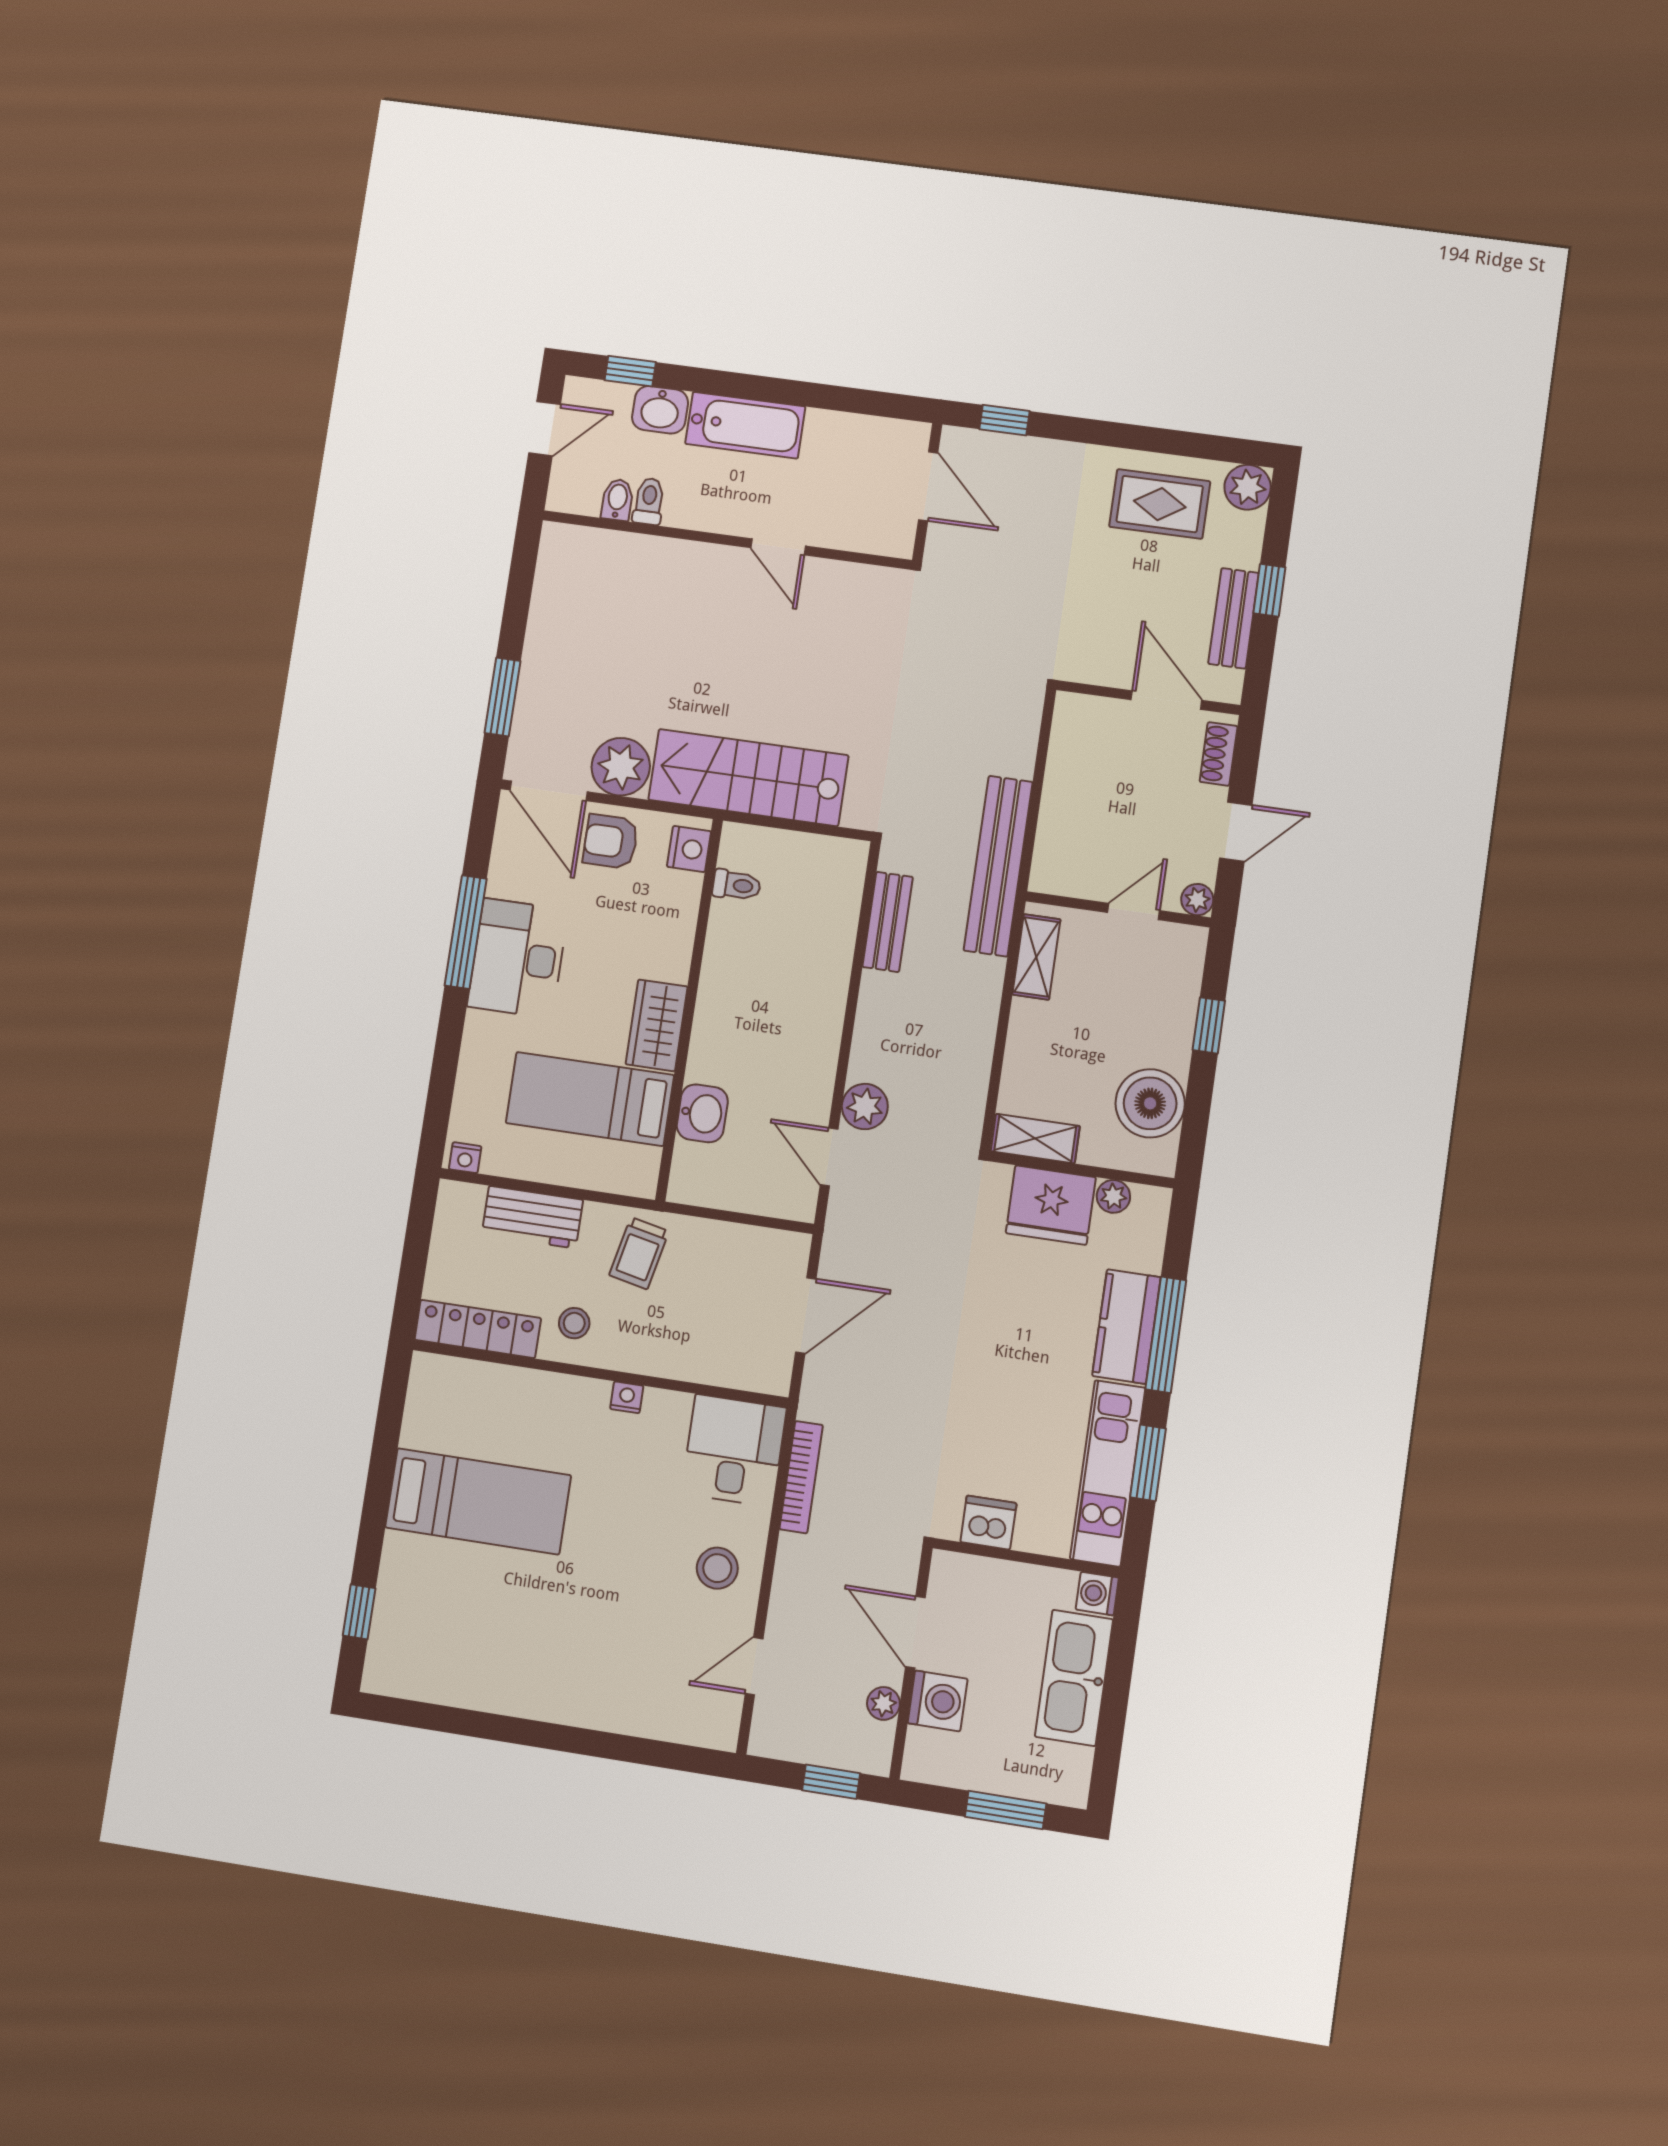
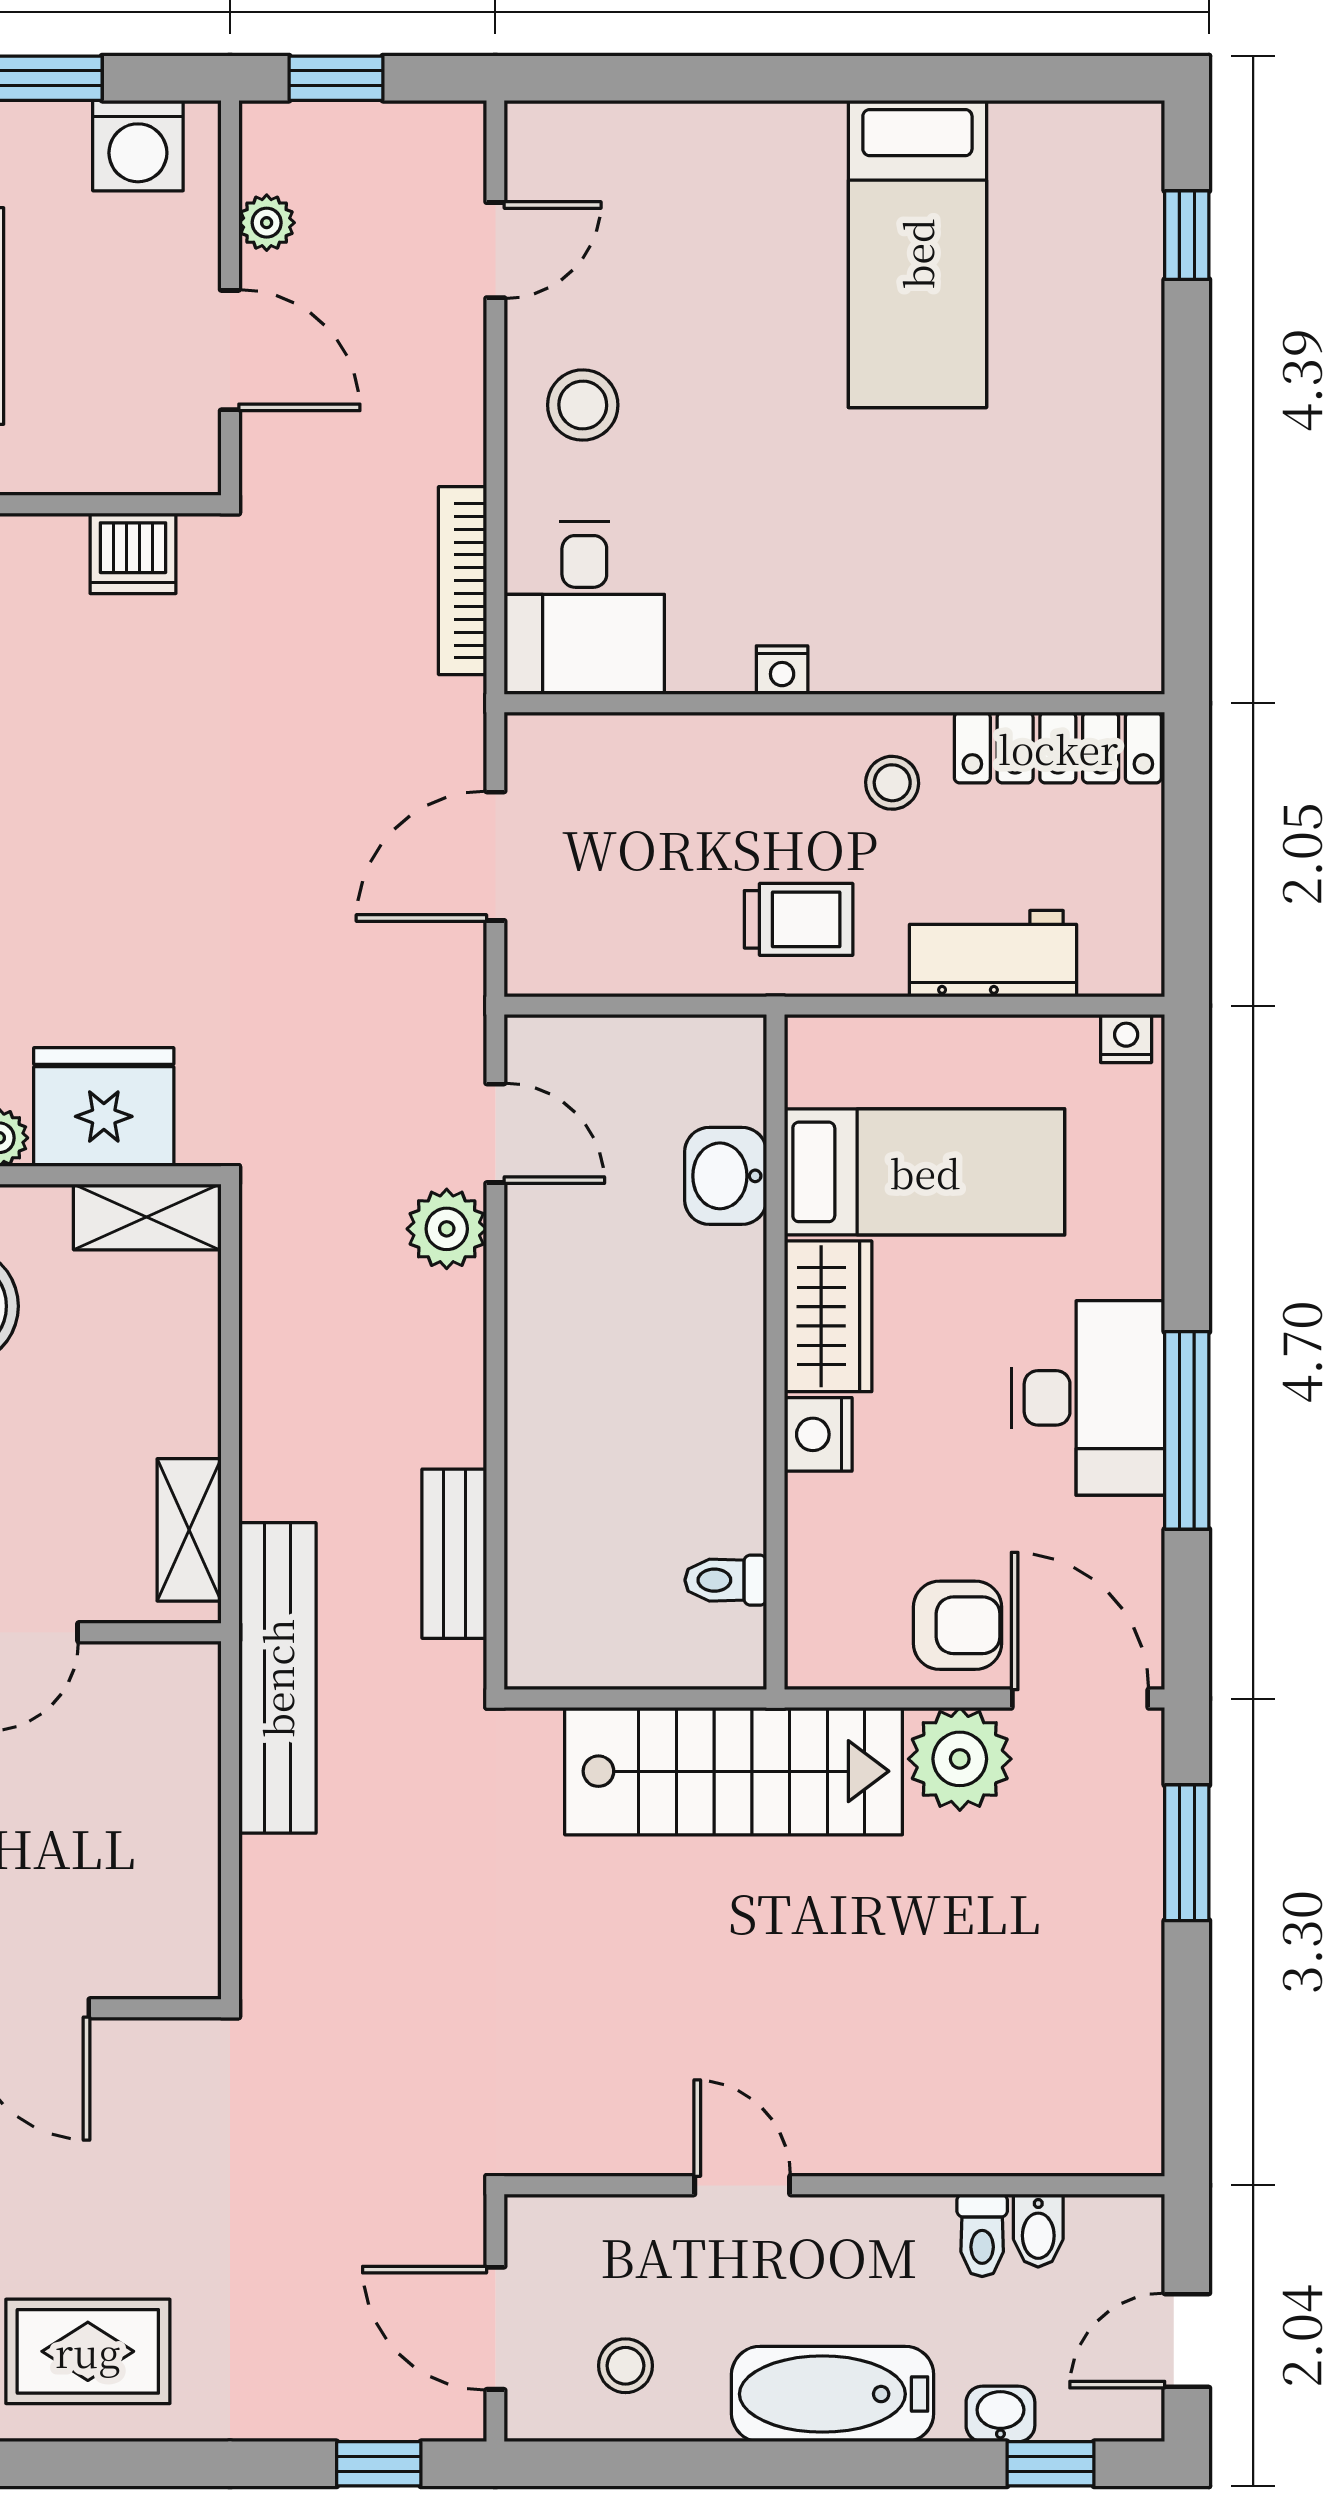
washbasin: (660, 410) -> (1000, 2414), width x0.72, depth x0.69
stool: (858, 456) -> (625, 2366), added
nightstand: (689, 849) -> (818, 1434), moved
trolley: (639, 1253) -> (799, 919), turned 78
bed: (478, 1501) -> (917, 254), moved, turned -90
washing machine: (938, 1701) -> (138, 146), moved, turned -90

